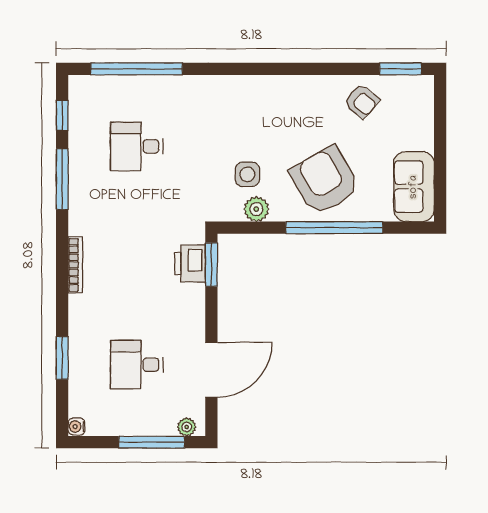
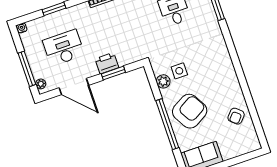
window: (401, 69) -> (259, 130), removed
printer: (190, 264) -> (107, 63), moved
window: (211, 265) -> (113, 73), moved
desk: (137, 365) -> (64, 48), width x1.37

